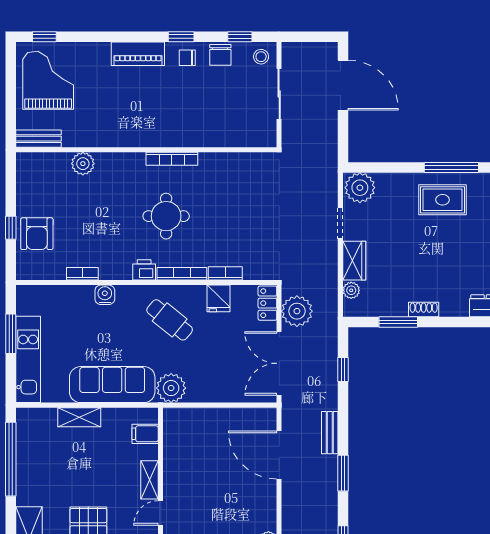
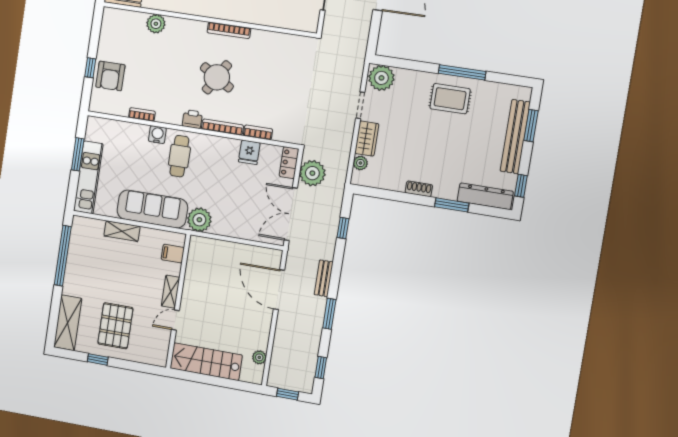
round table: (166, 216) -> (217, 77), turned 31
cafe table: (170, 320) -> (179, 156), moved, turned 51
window: (398, 322) -> (452, 205), moved

